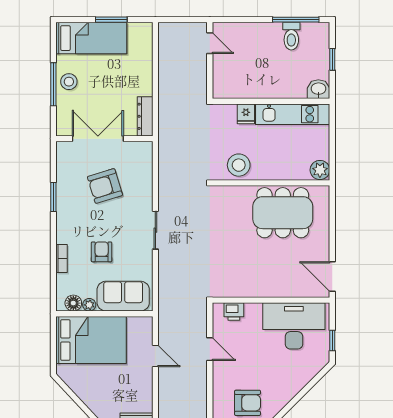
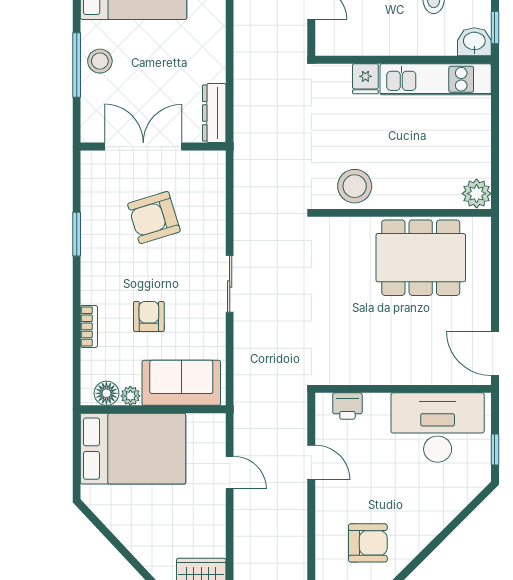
washbasin: (318, 89) -> (474, 42), moved
wall: (271, 101) -> (403, 60), moved
fridge: (246, 114) -> (365, 79), moved
kitchen unit: (293, 114) -> (436, 79), moved

